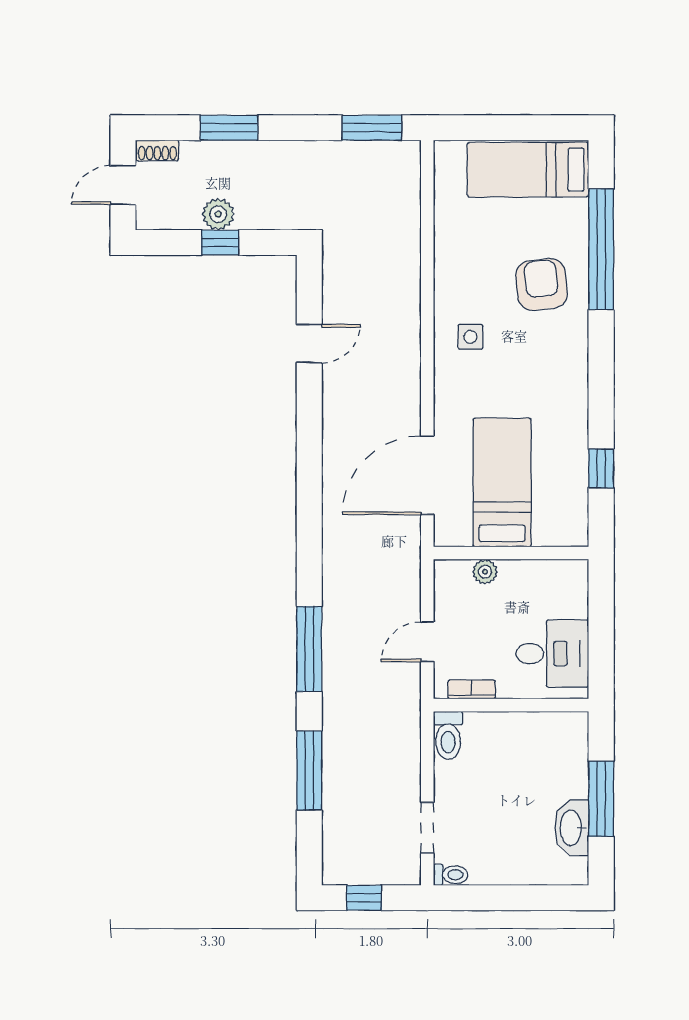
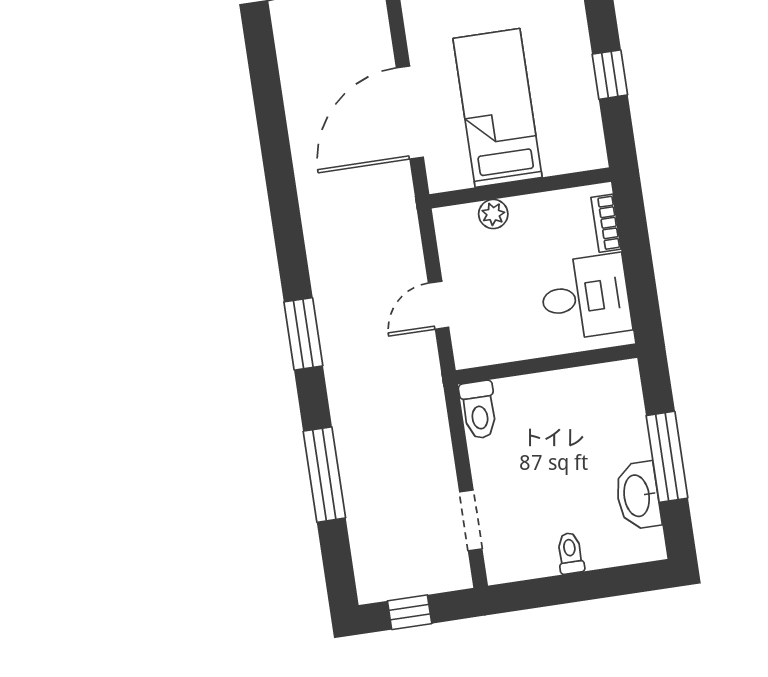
window: (309, 649) -> (303, 334), width x0.69
bookcase: (472, 689) -> (606, 223), moved, turned -90
toilet: (451, 875) -> (570, 553), moved, turned -90

